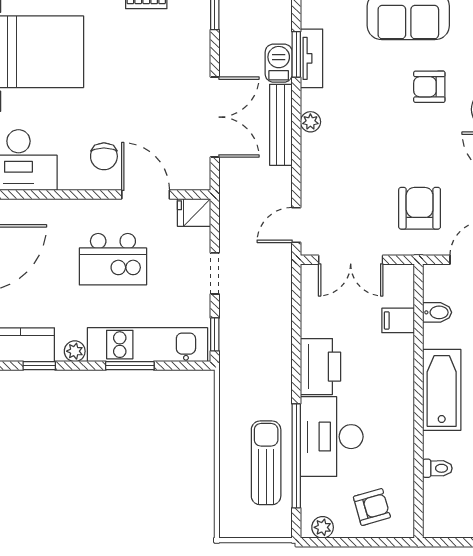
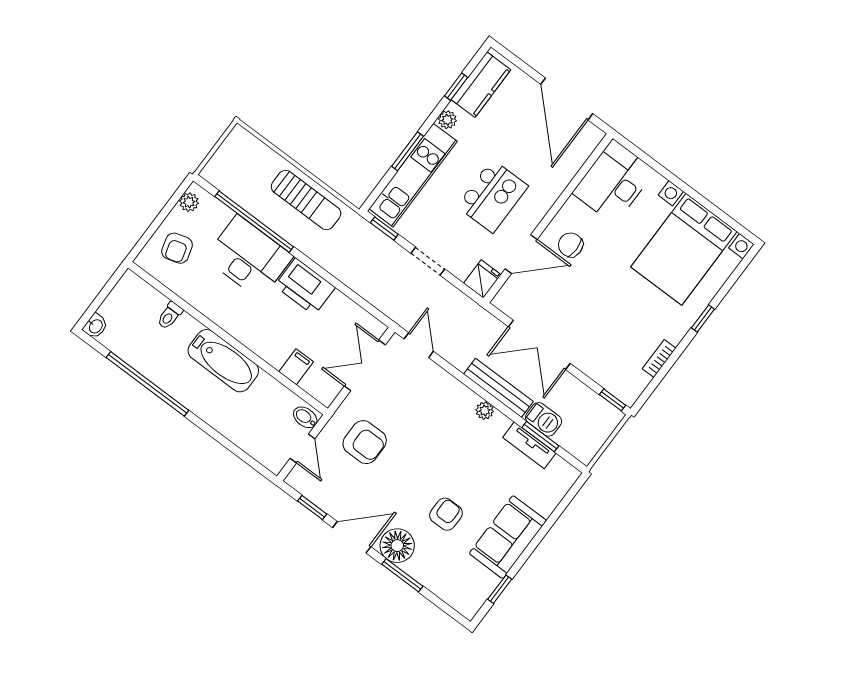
kitchen island: (113, 259) -> (492, 196), turned 180
bidet: (437, 312) -> (305, 417), moved, turned 90
sun lounger: (266, 463) -> (306, 200), moved

